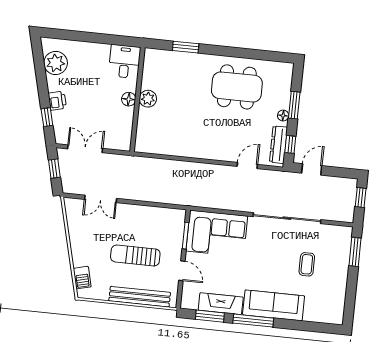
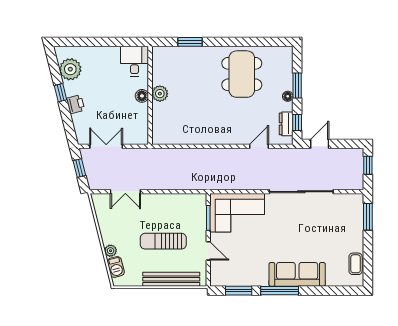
dining table: (237, 87) -> (242, 74), turned 90
window: (47, 117) -> (60, 93), moved
dresser: (278, 145) -> (286, 124), width x0.70
plant: (78, 260) -> (111, 251), added
coffee table: (307, 264) -> (356, 264), moved
fireplace: (221, 304) -> (248, 278), removed

